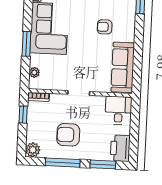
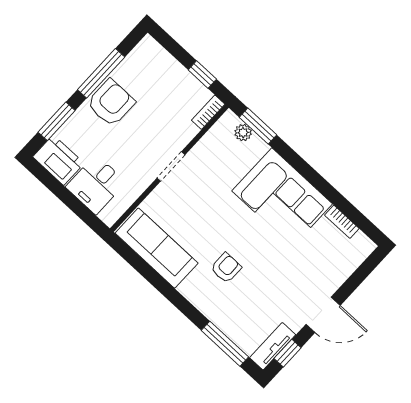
window: (26, 44) -> (258, 126), moved
desk: (118, 110) -> (96, 185), moved, turned 90
armchair: (68, 135) -> (111, 103), moved
plant: (33, 150) -> (148, 49), removed

